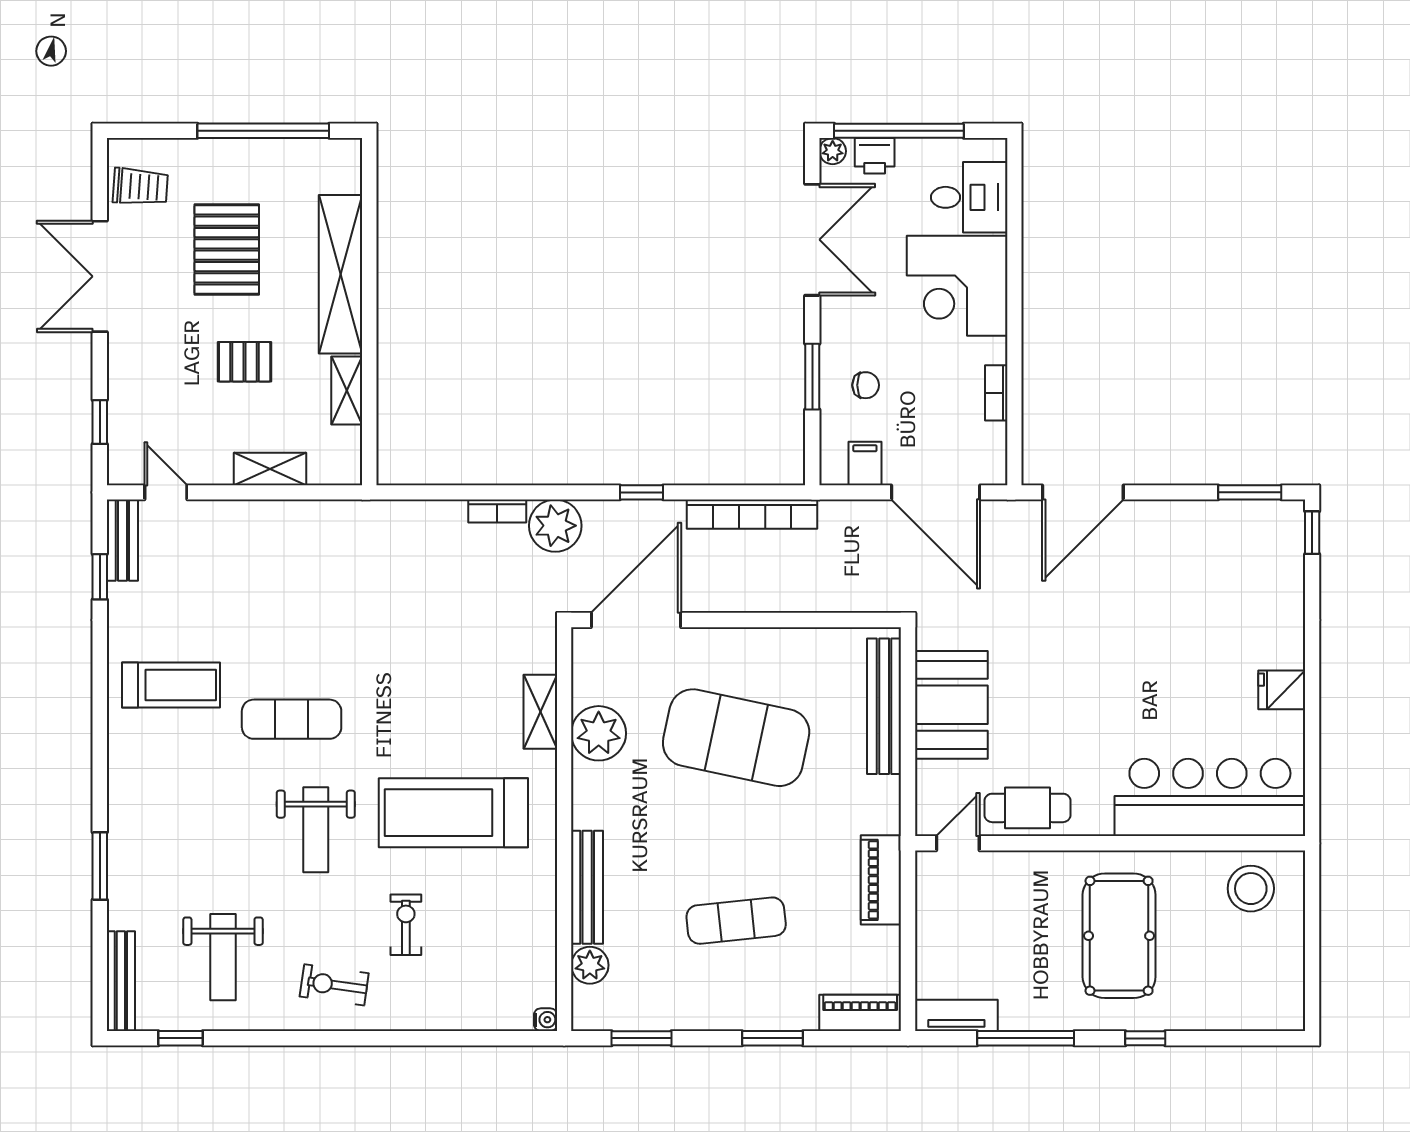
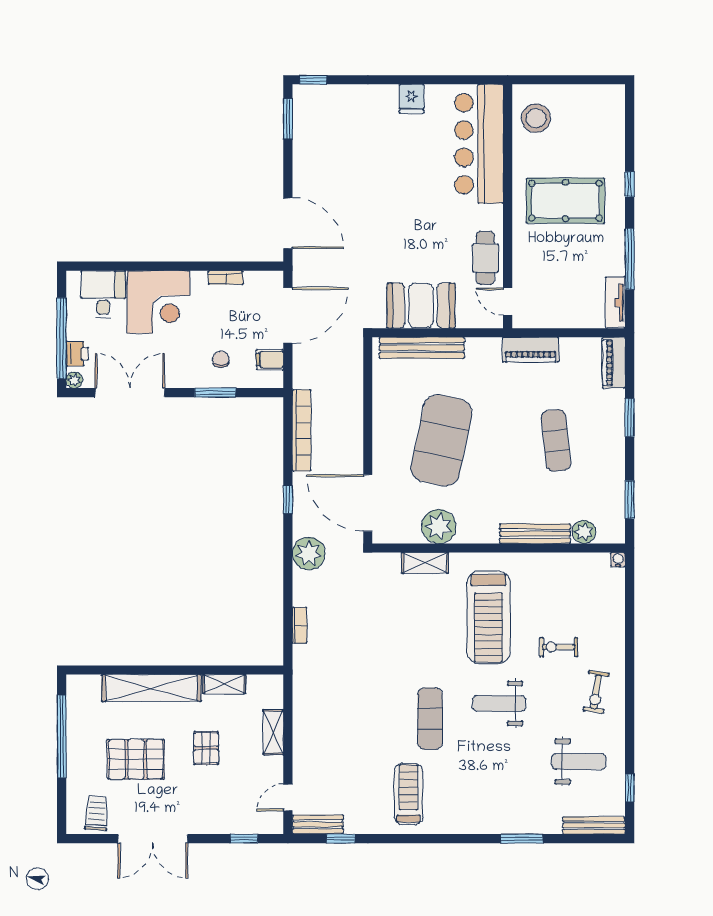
bookcase: (497, 511) -> (300, 625), moved
weight bench: (316, 830) -> (499, 703), turned 180

